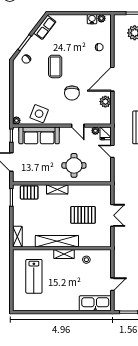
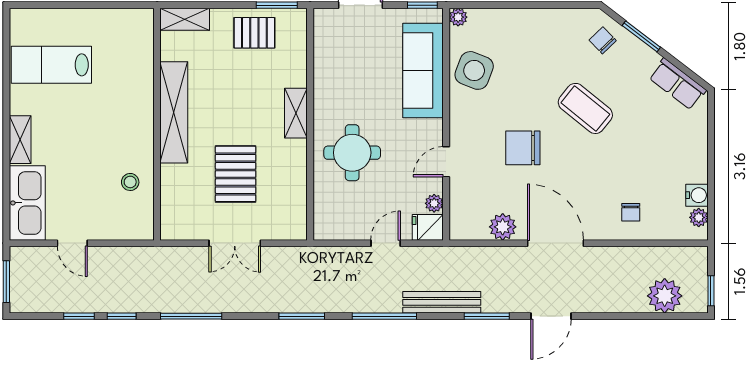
coffee table: (55, 66) -> (585, 108), turned 39
pallet: (29, 192) -> (254, 33), moved, turned 90
shelving: (64, 254) -> (20, 140), moved
lab bench: (34, 276) -> (51, 65), moved

